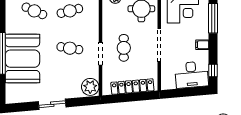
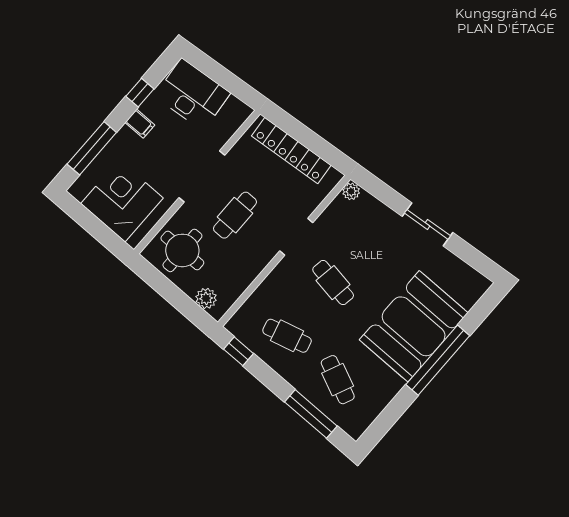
cafe table: (124, 48) -> (235, 215), moved
window: (213, 70) -> (140, 93), moved
plant: (90, 87) -> (351, 191), width x0.53, depth x0.53

